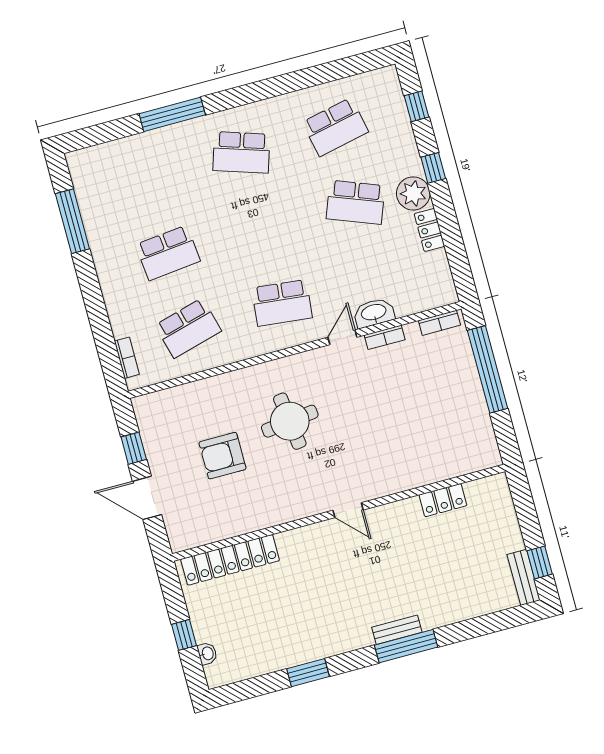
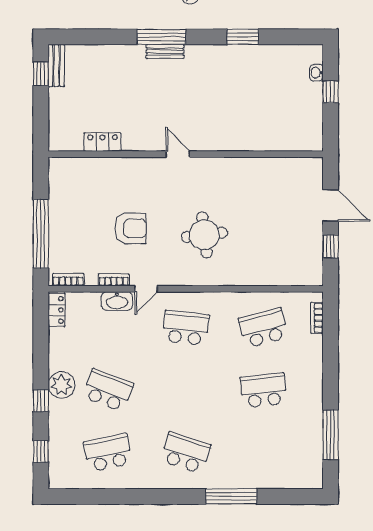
locker: (429, 230) -> (57, 310), moved
armchair: (222, 456) -> (131, 228), moved
locker: (230, 560) -> (279, 140), removed

